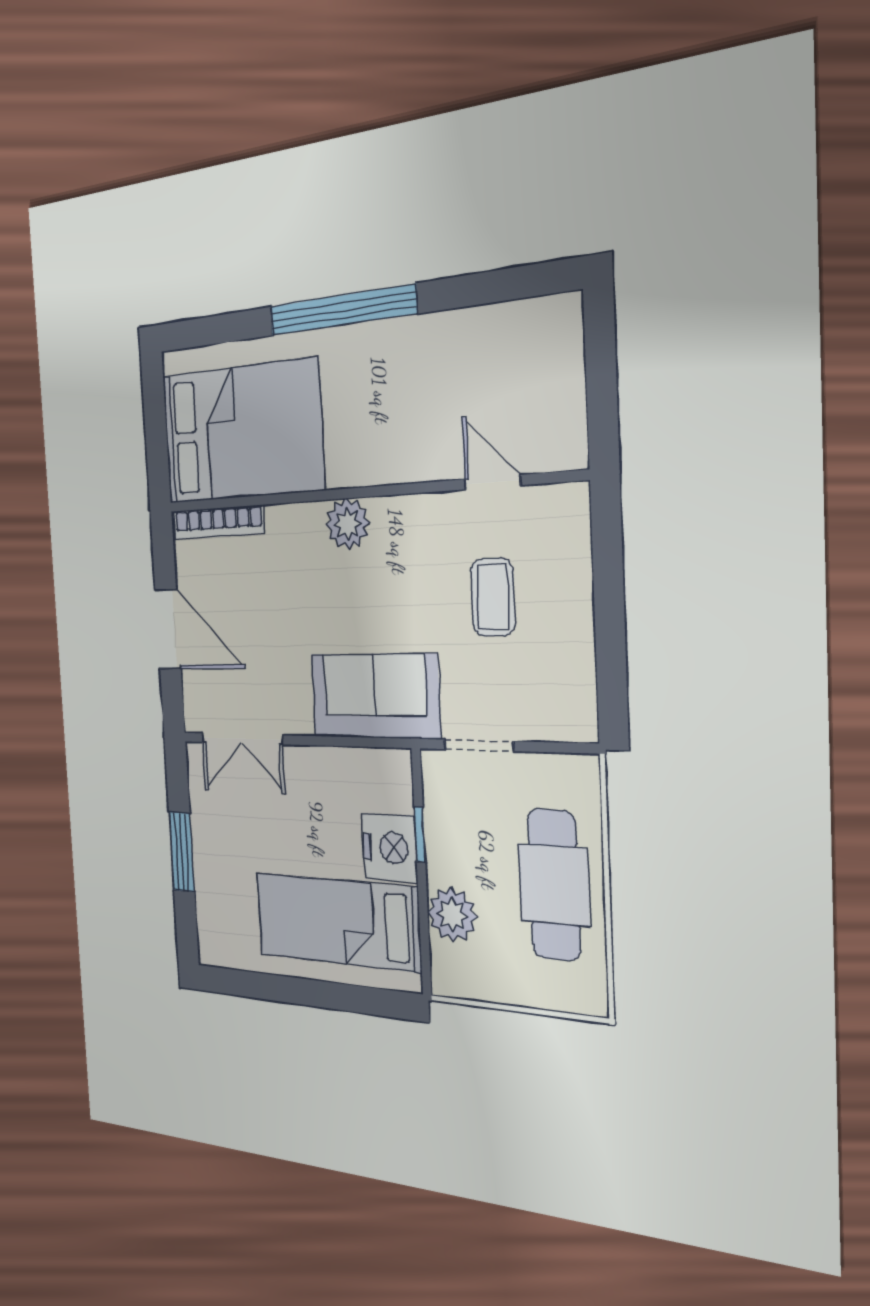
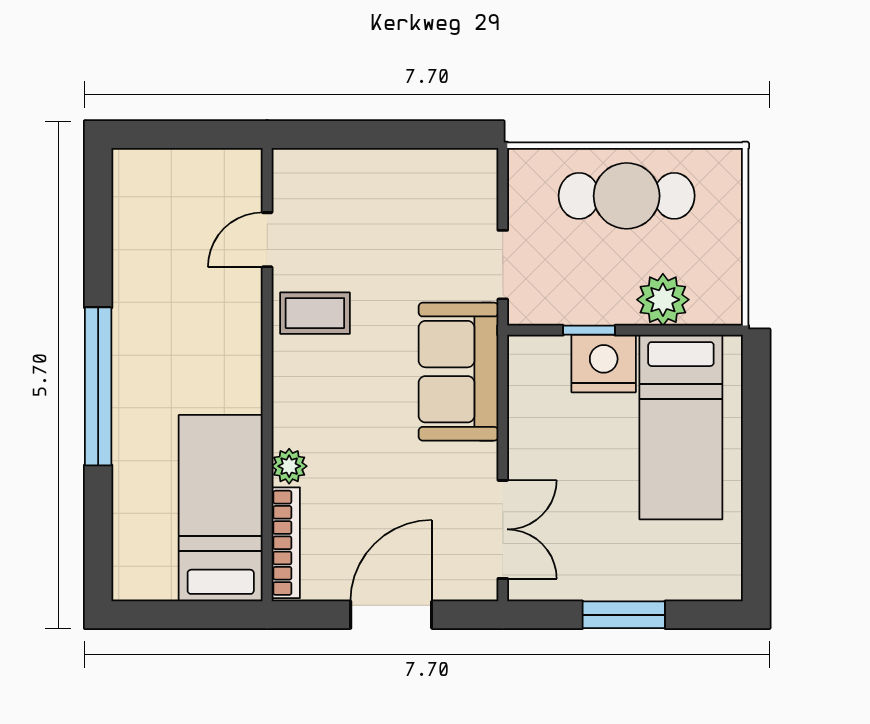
bed: (242, 432) -> (221, 508), width x0.67
plant: (348, 524) -> (289, 466), moved, width x0.73, depth x0.73
coffee table: (493, 597) -> (315, 313), moved

